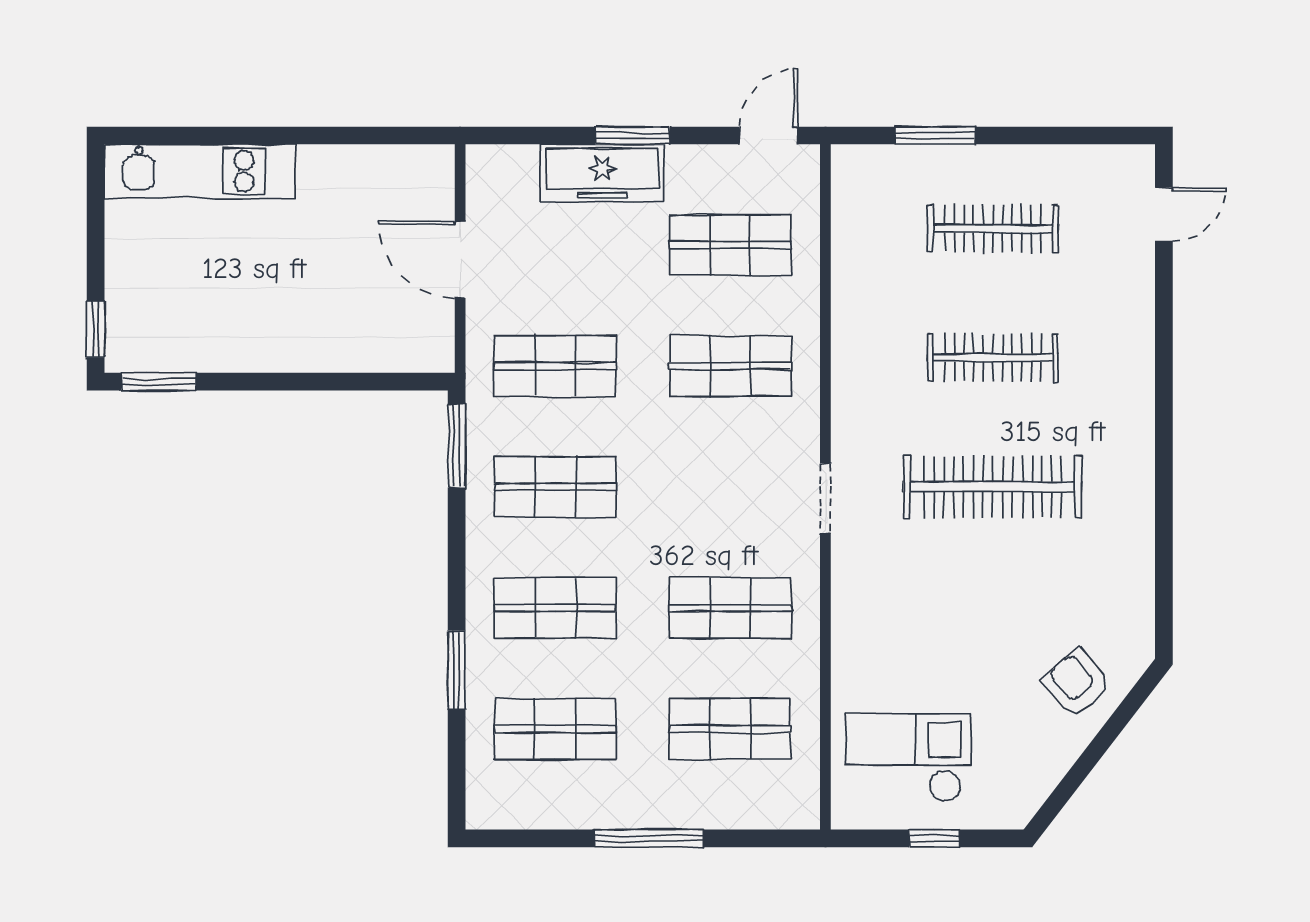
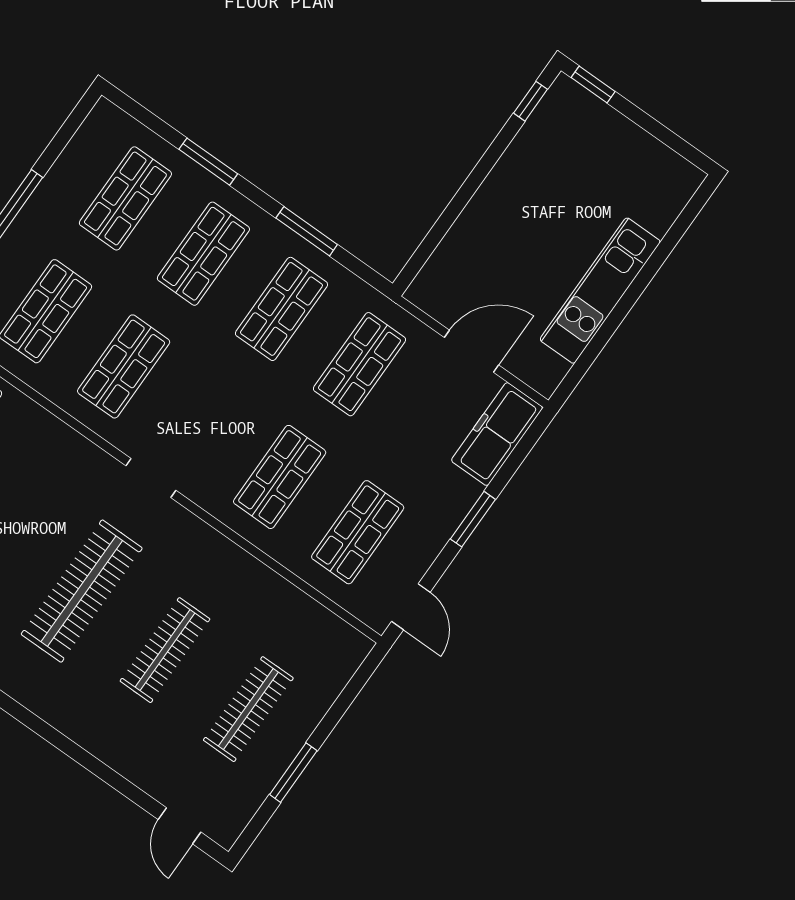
window: (935, 135) -> (293, 773), moved
kitchen unit: (200, 171) -> (600, 291), moved
freezer: (602, 173) -> (497, 434), moved
window: (159, 382) -> (530, 101), width x0.67
window: (457, 446) -> (307, 231), moved

